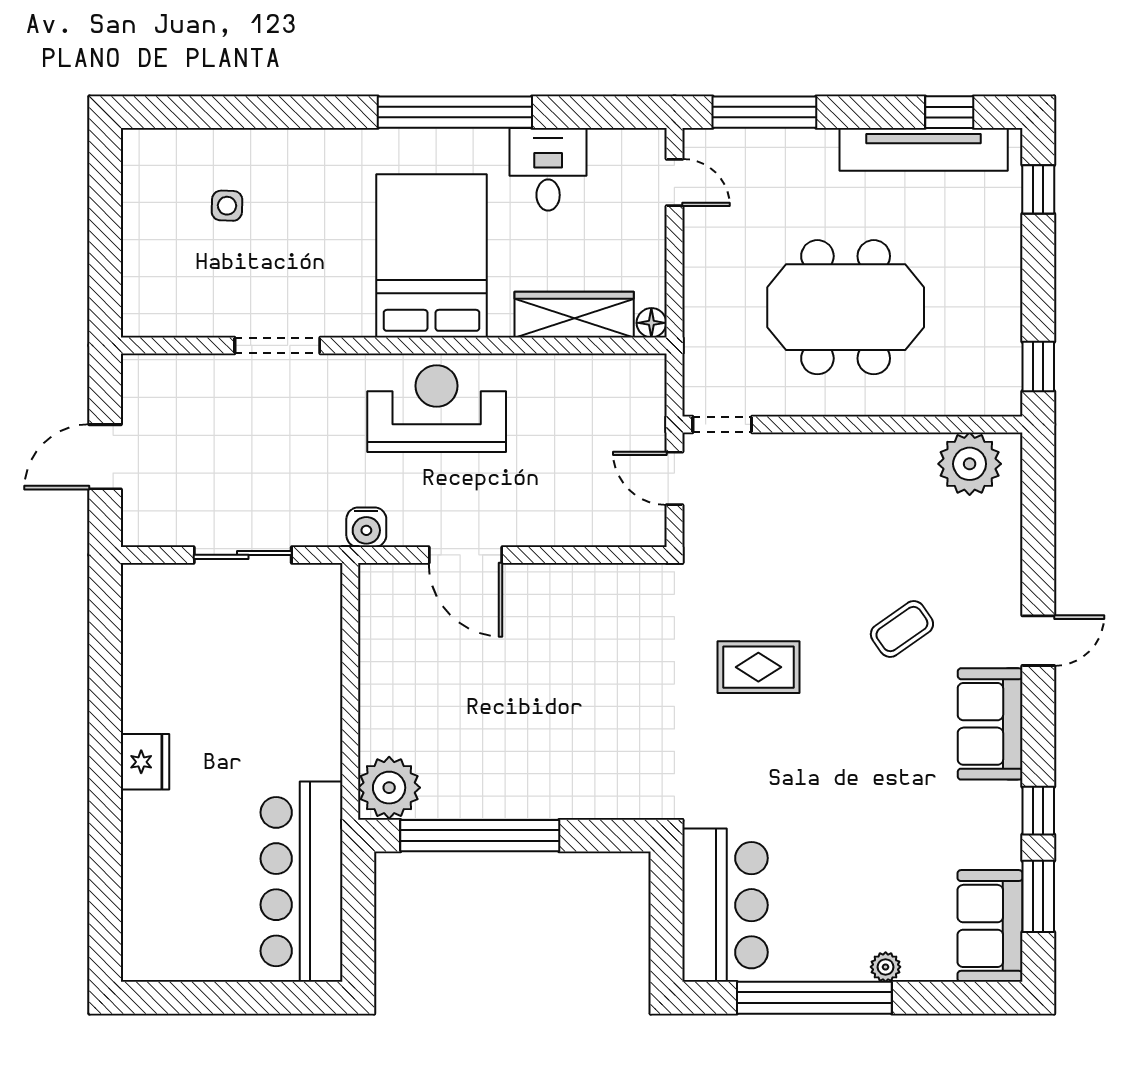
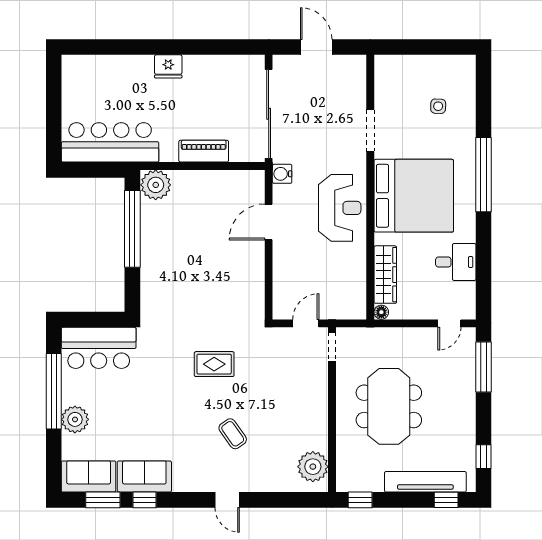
window: (455, 112) -> (484, 175), moved
tv unit: (924, 149) -> (425, 482), moved, turned 90
bed: (431, 256) -> (414, 196), width x1.36
sliding door: (243, 555) -> (269, 114), width x1.86
rug: (758, 667) -> (214, 364), turned 90
piano: (320, 689) -> (204, 151), added
sofa: (990, 724) -> (144, 477), moved
plant: (886, 967) -> (75, 419), width x1.87, depth x1.87

